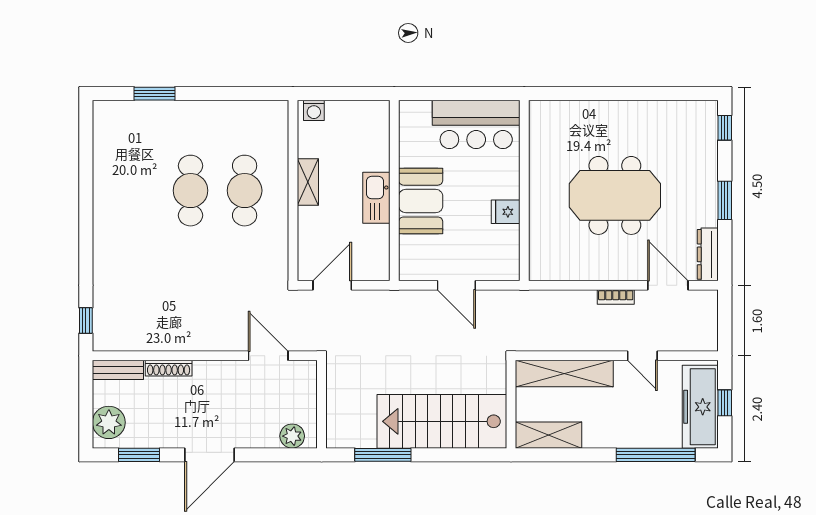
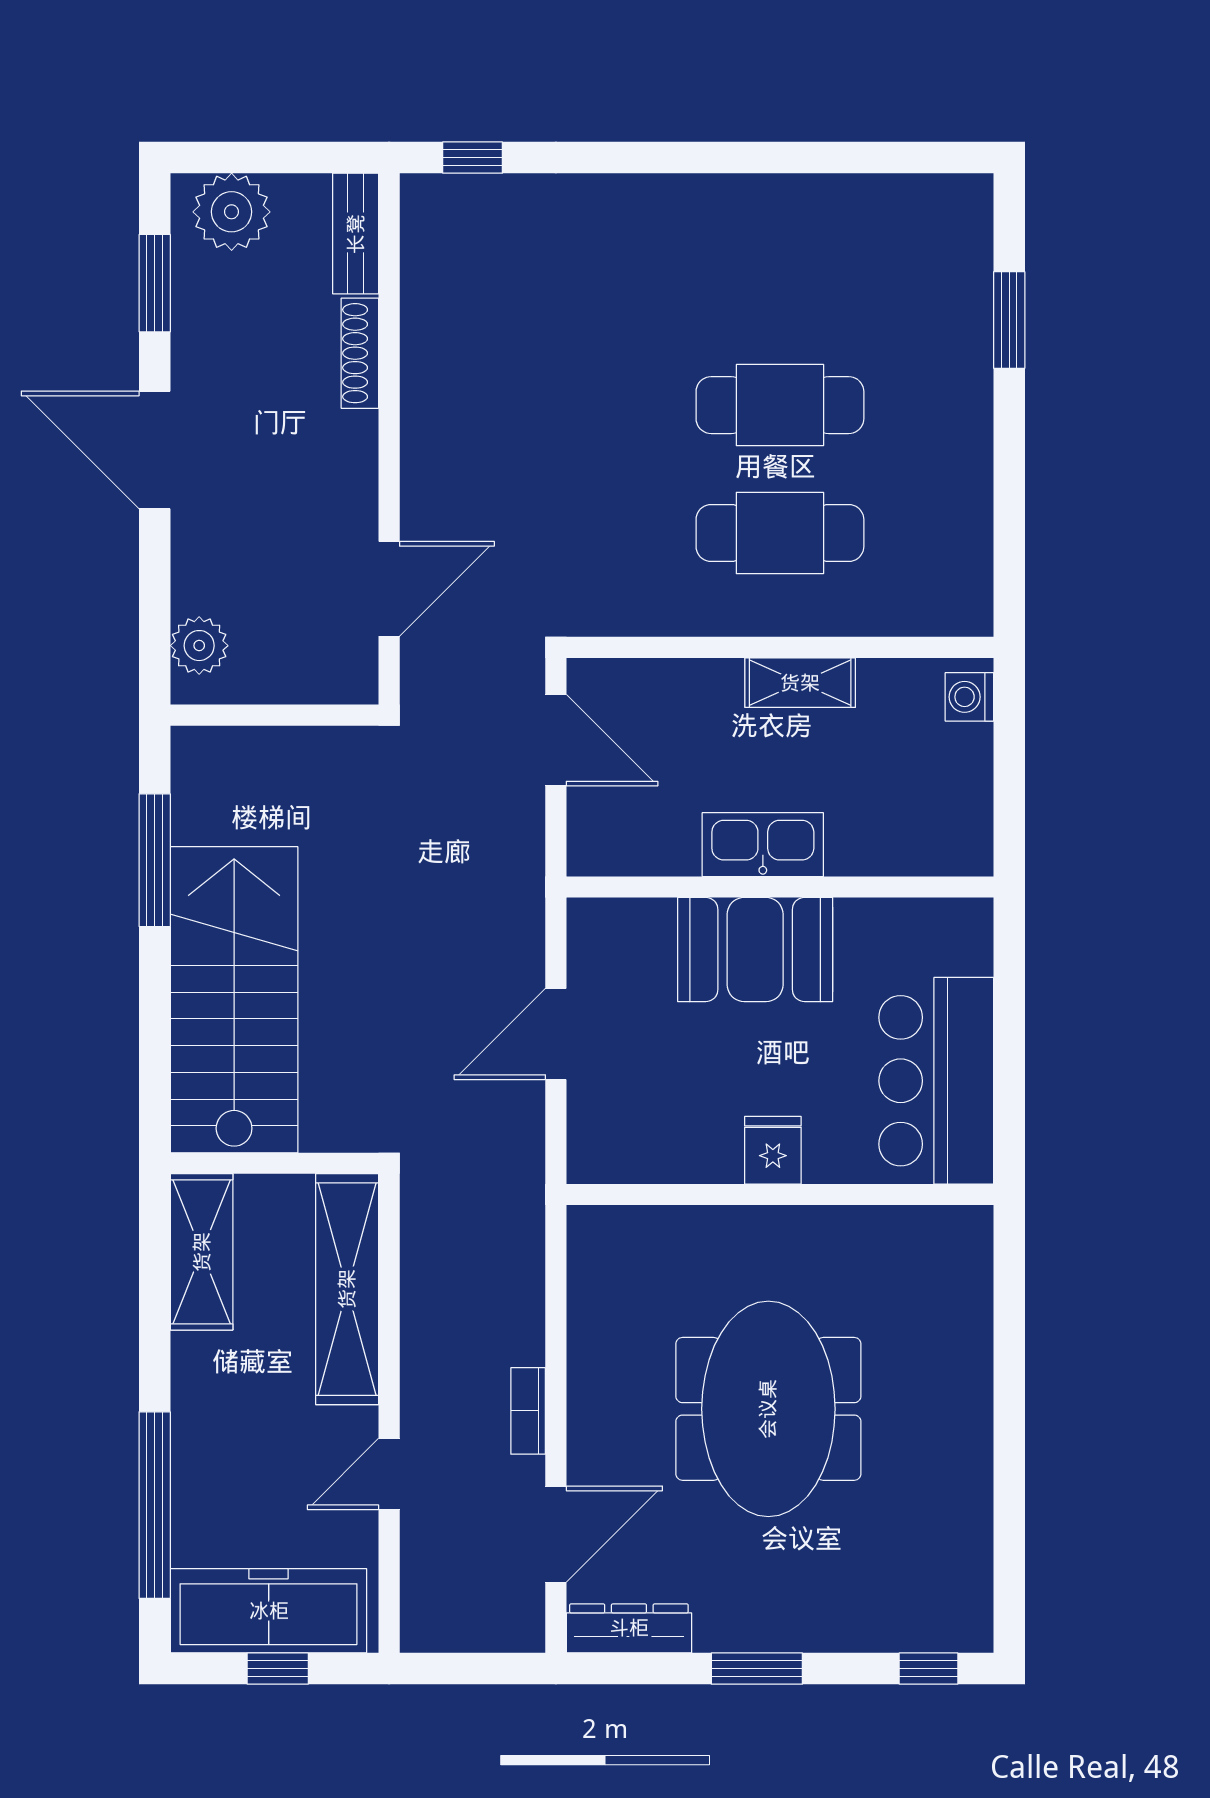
fridge: (506, 212) -> (773, 1150), moved

